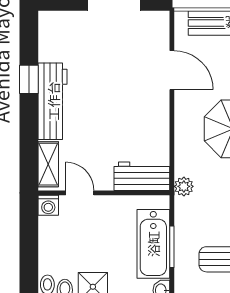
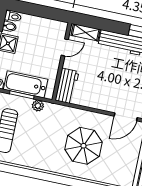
plant: (184, 186) -> (38, 106), moved
washing machine: (48, 205) -> (61, 27), removed

